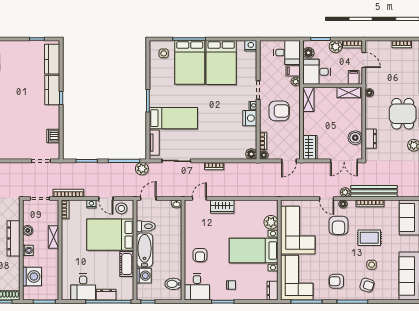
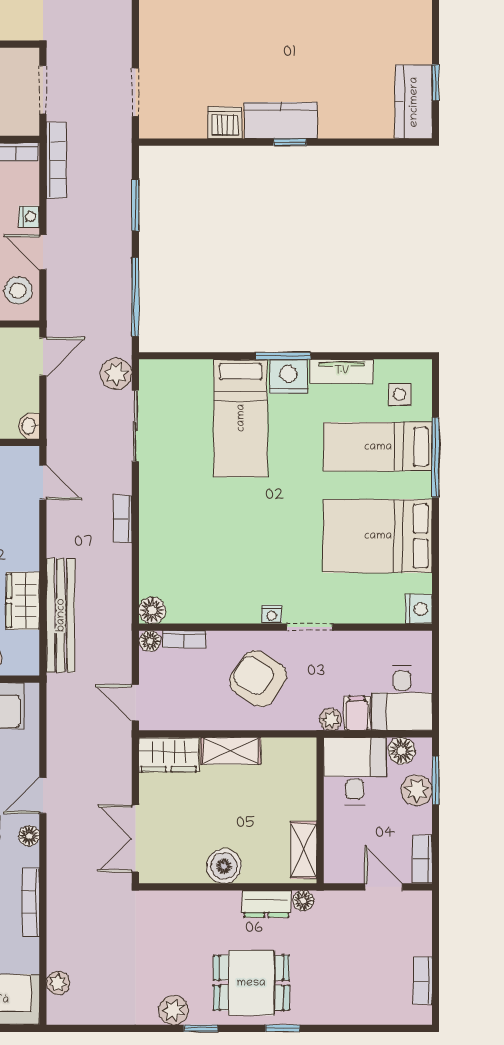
plant: (336, 47) -> (417, 790), moved
kitchen counter: (52, 59) -> (414, 102), moved, turned -90
door: (364, 60) -> (384, 887), swing flipped
bed: (190, 62) -> (378, 447), width x0.67
filing cabinet: (354, 77) -> (341, 862), removed
kitchen counter: (52, 90) -> (281, 120), moved
shelving: (308, 99) -> (231, 751), moved
armchair: (279, 111) -> (258, 679), turned 123
nightstand: (250, 118) -> (289, 376), moved, turned 180
dishwasher: (53, 136) -> (225, 123), moved
boiler: (355, 138) -> (224, 866), moved
dresser: (371, 139) -> (266, 904), moved
tv unit: (154, 143) -> (342, 371), moved
plant: (142, 169) -> (116, 374), moved
bench: (374, 191) -> (61, 615), moved
plant: (345, 192) -> (58, 983), moved
door: (106, 198) -> (43, 252), hinge flipped
door: (148, 198) -> (43, 357), hinge flipped
wardrobe: (222, 207) -> (23, 601), moved

